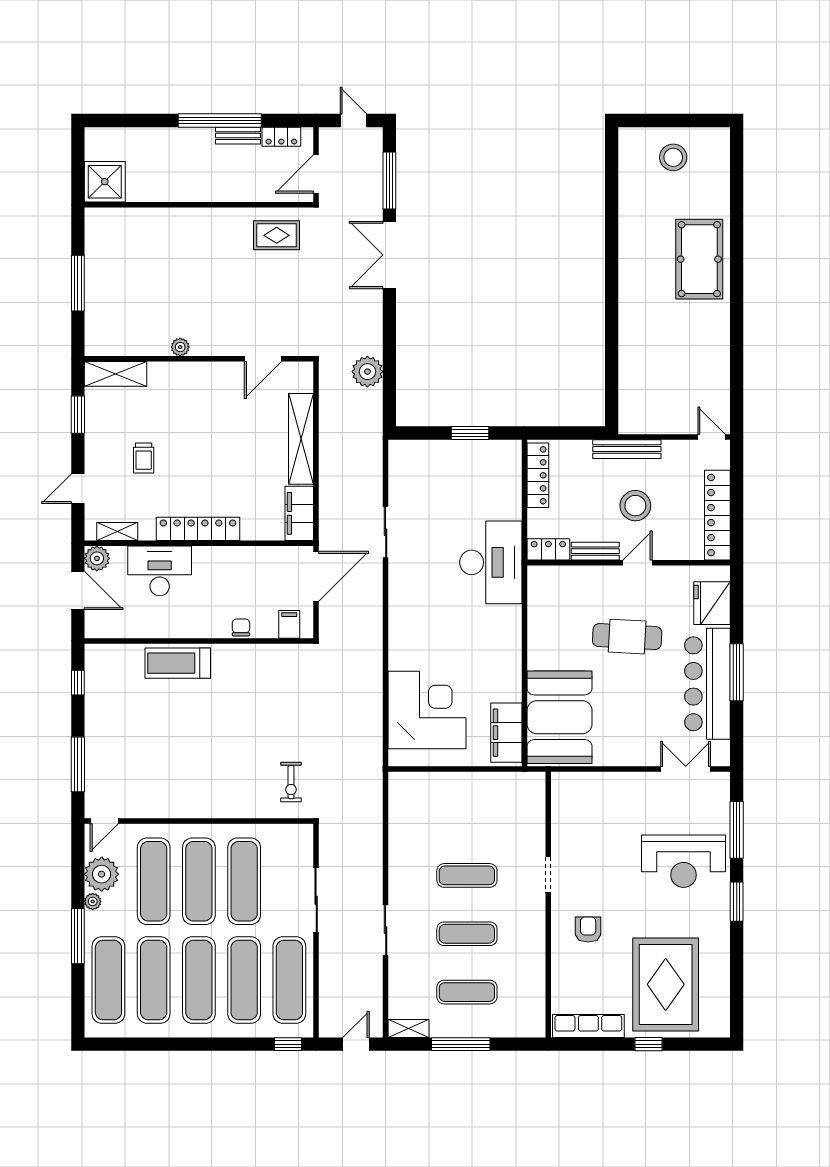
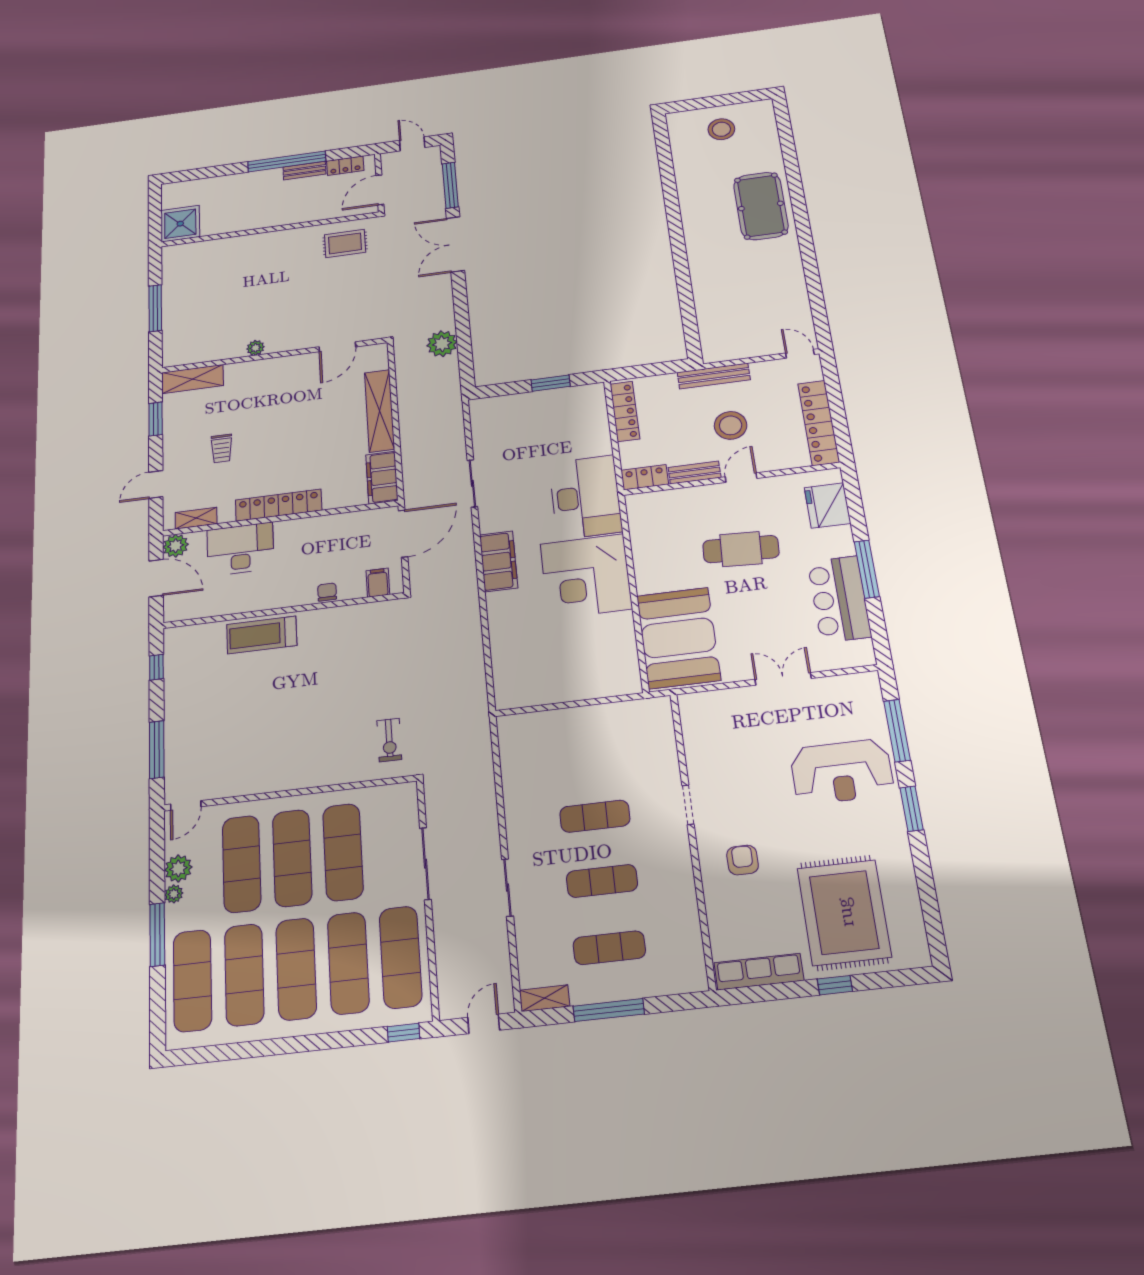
bar counter: (707, 684) -> (839, 599), width x0.73
corner desk: (427, 710) -> (586, 576), moved, turned 180
filing cabinet: (506, 733) -> (499, 561), moved, turned 180
double door: (686, 769) -> (783, 679), moved
plant: (102, 874) -> (178, 868), width x0.73, depth x0.73

